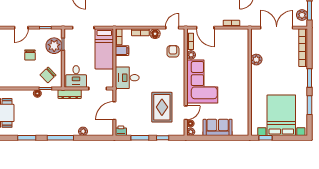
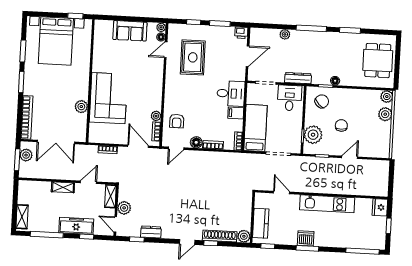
filing cabinet: (122, 51) -> (236, 113), moved
corner sofa: (202, 82) -> (108, 98), moved, turned 180

